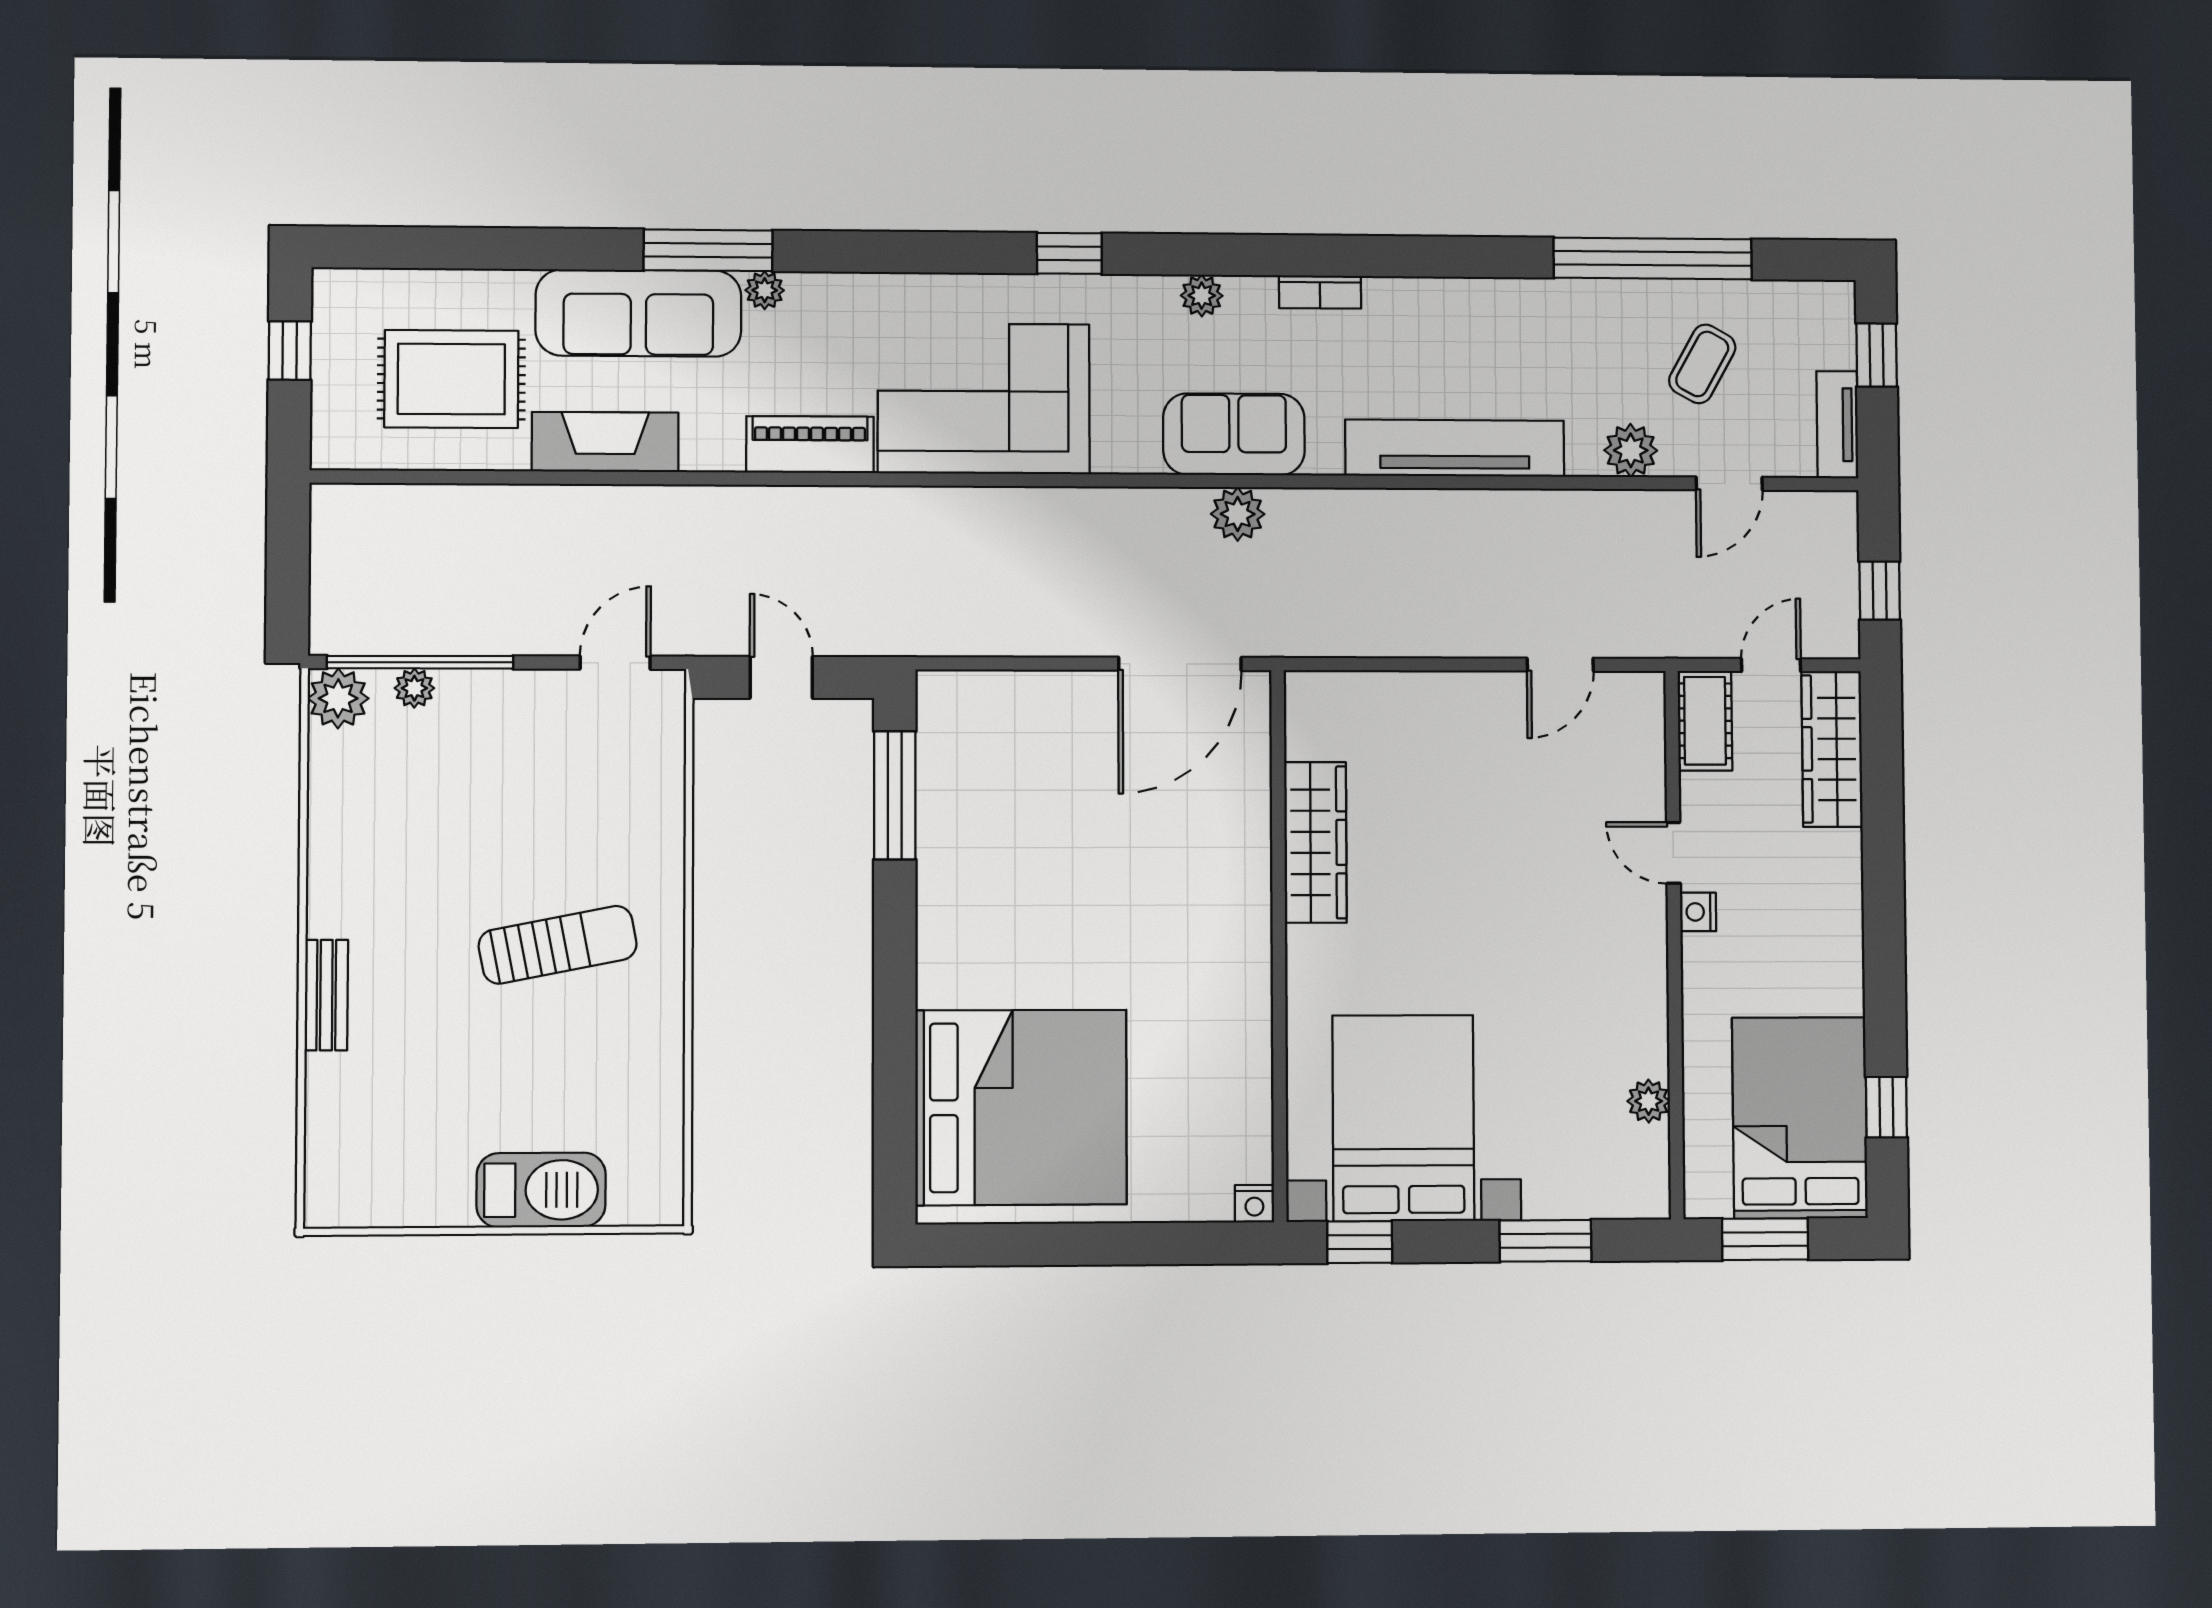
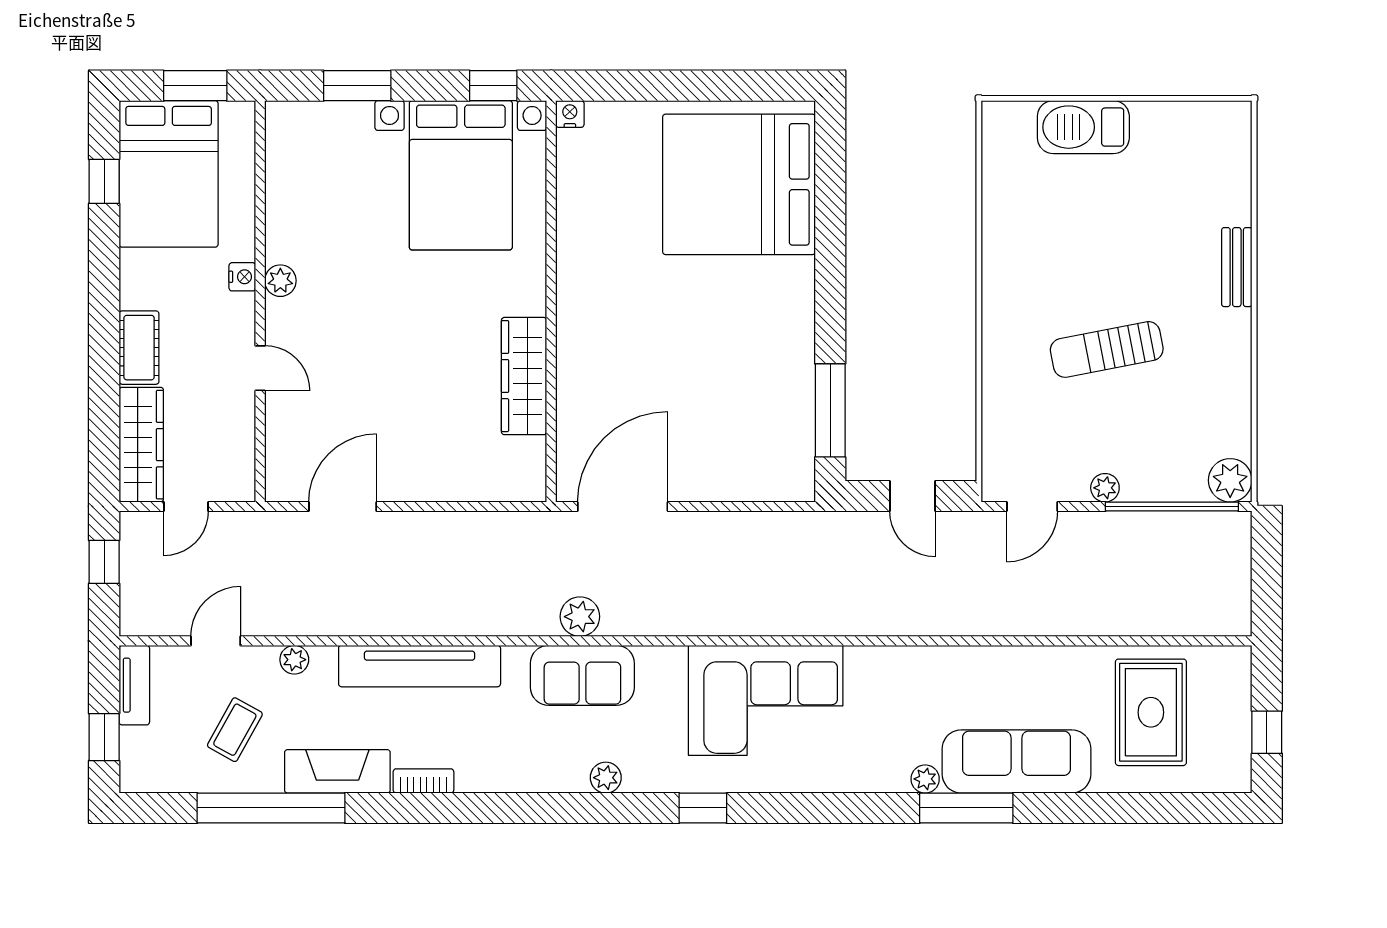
bookcase: (1320, 292) -> (423, 781), moved
rug: (451, 379) -> (1151, 712), turned 90
fireplace: (605, 442) -> (337, 771), moved, turned 180
piano: (810, 445) -> (892, 666), removed
plant: (1631, 450) -> (294, 660), width x0.73, depth x0.73
door: (1560, 665) -> (343, 506), width x1.38
plant: (414, 688) -> (1105, 488), moved
cot: (1705, 721) -> (139, 348), moved
nightstand: (1698, 912) -> (242, 277), moved
sun lounger: (558, 945) -> (1107, 349), moved
plant: (1649, 1101) -> (280, 281), moved

